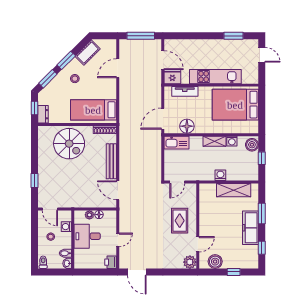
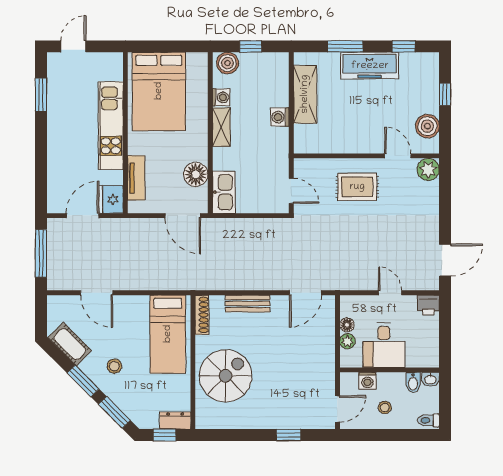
bench: (111, 161) -> (248, 304), width x0.73

